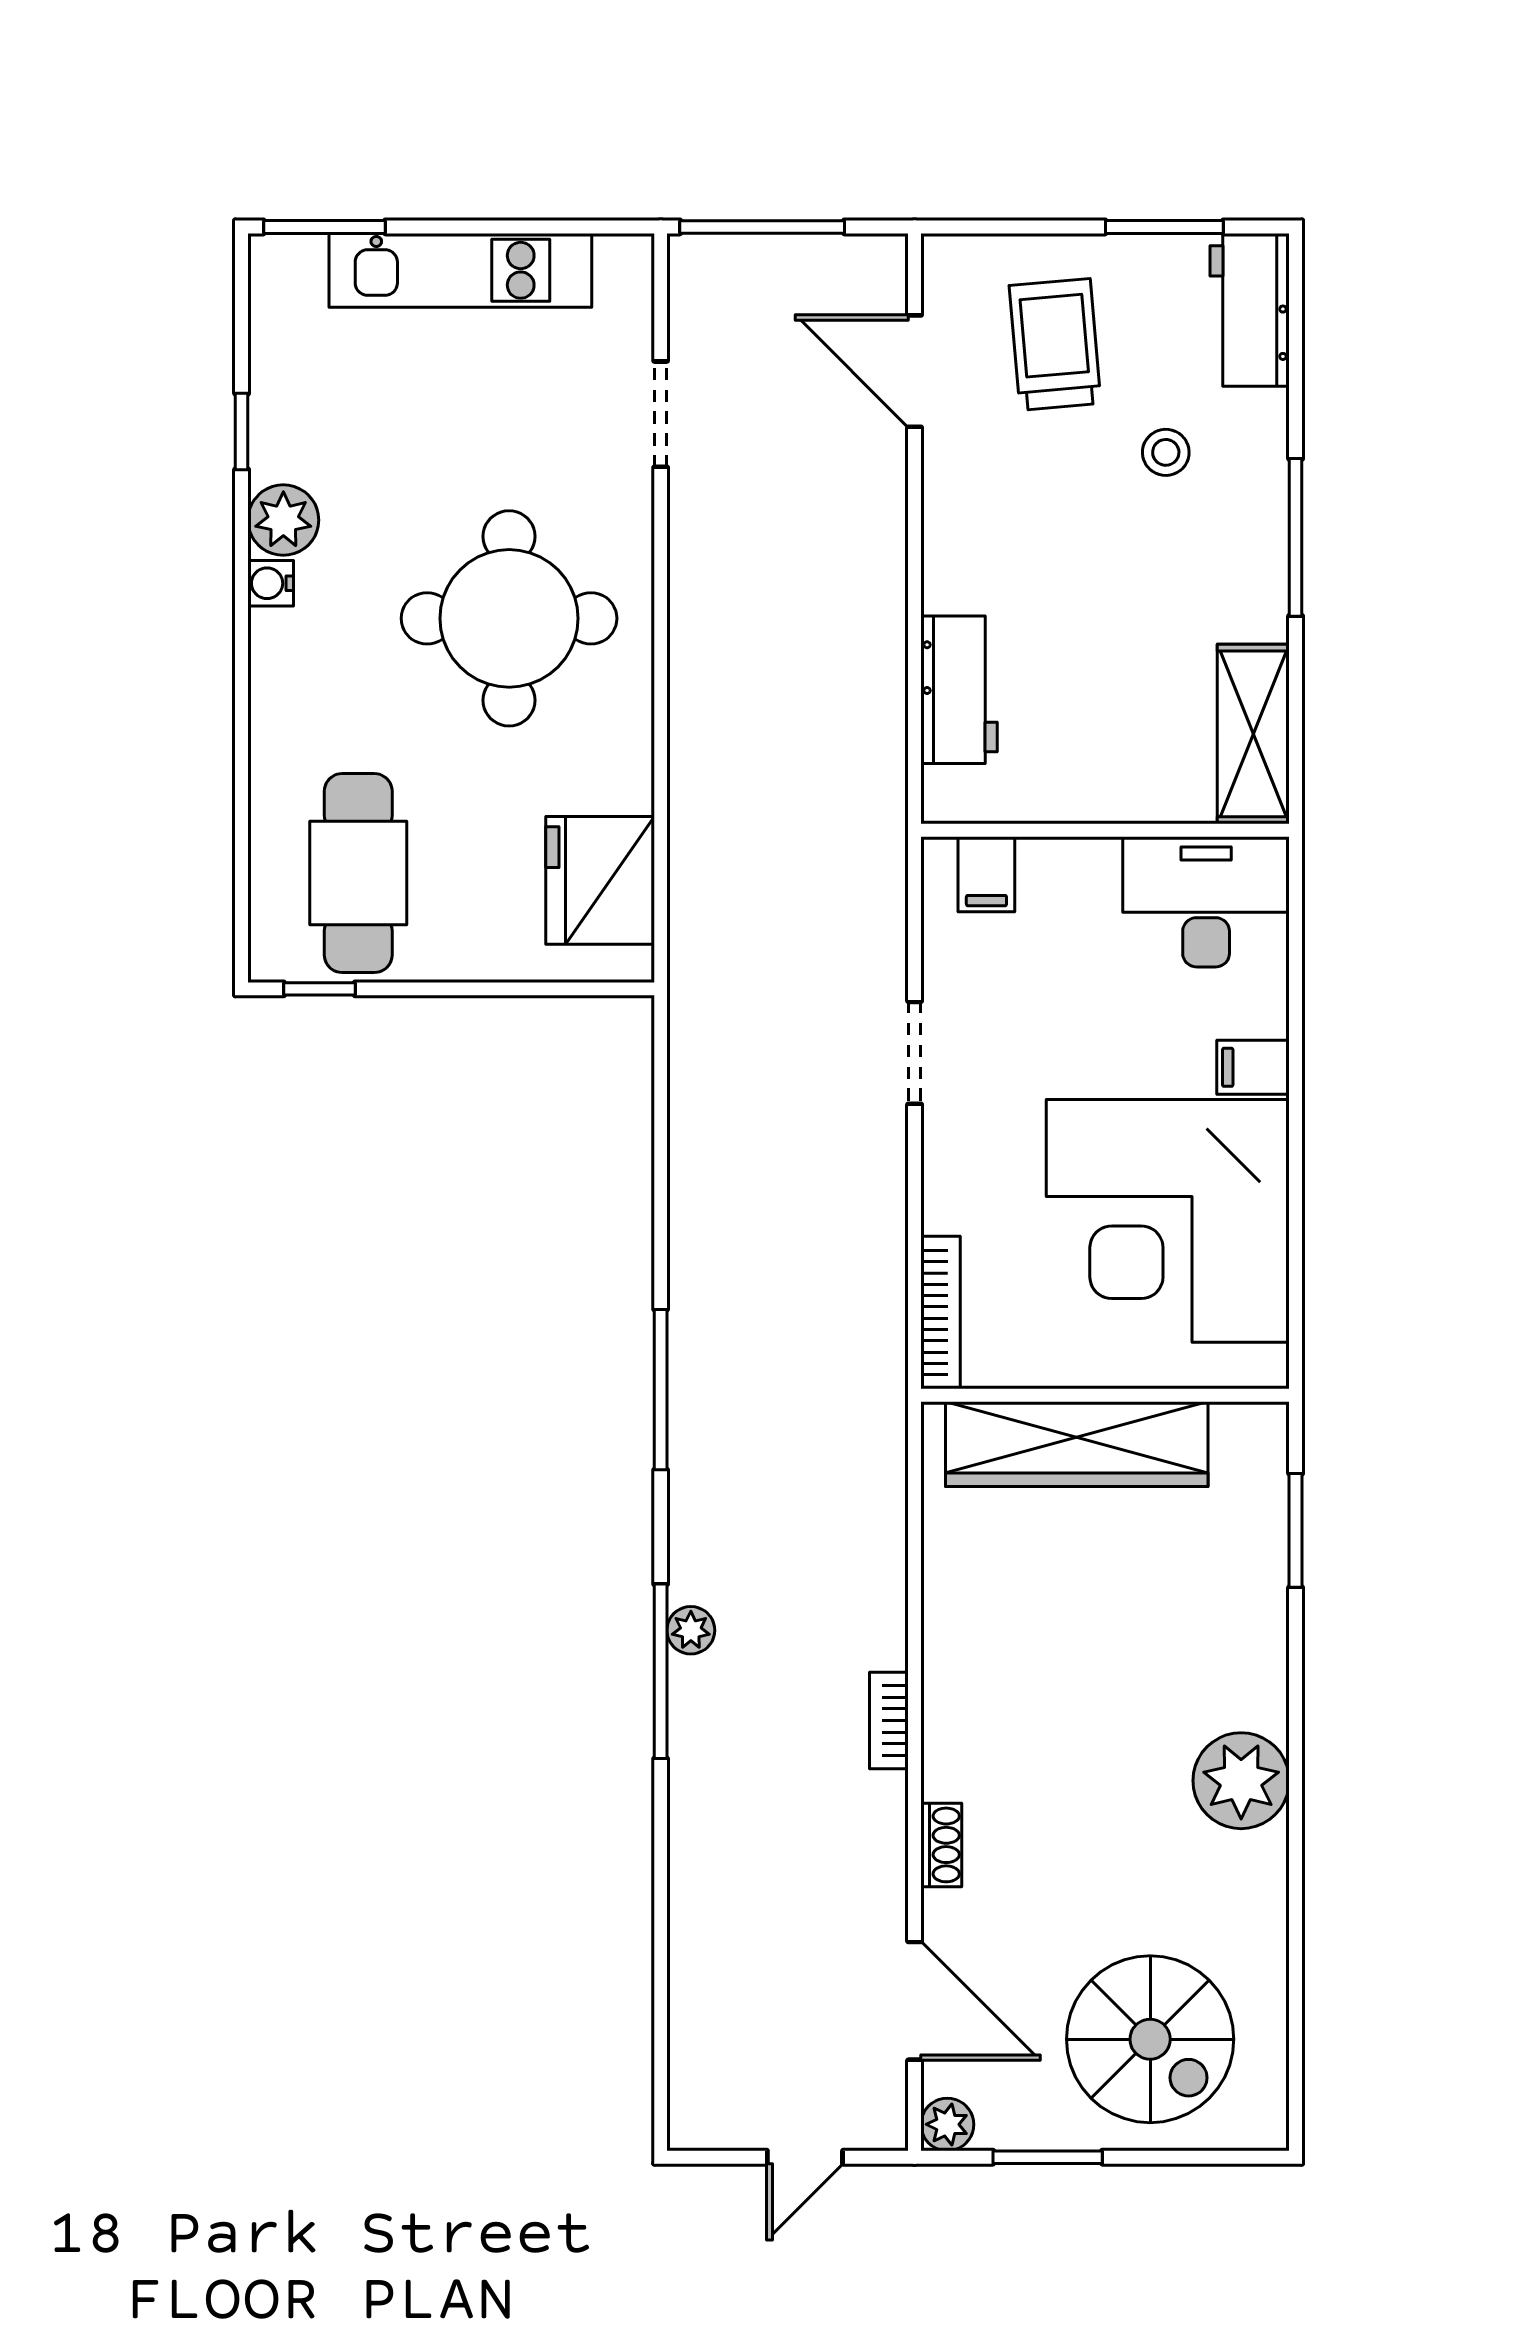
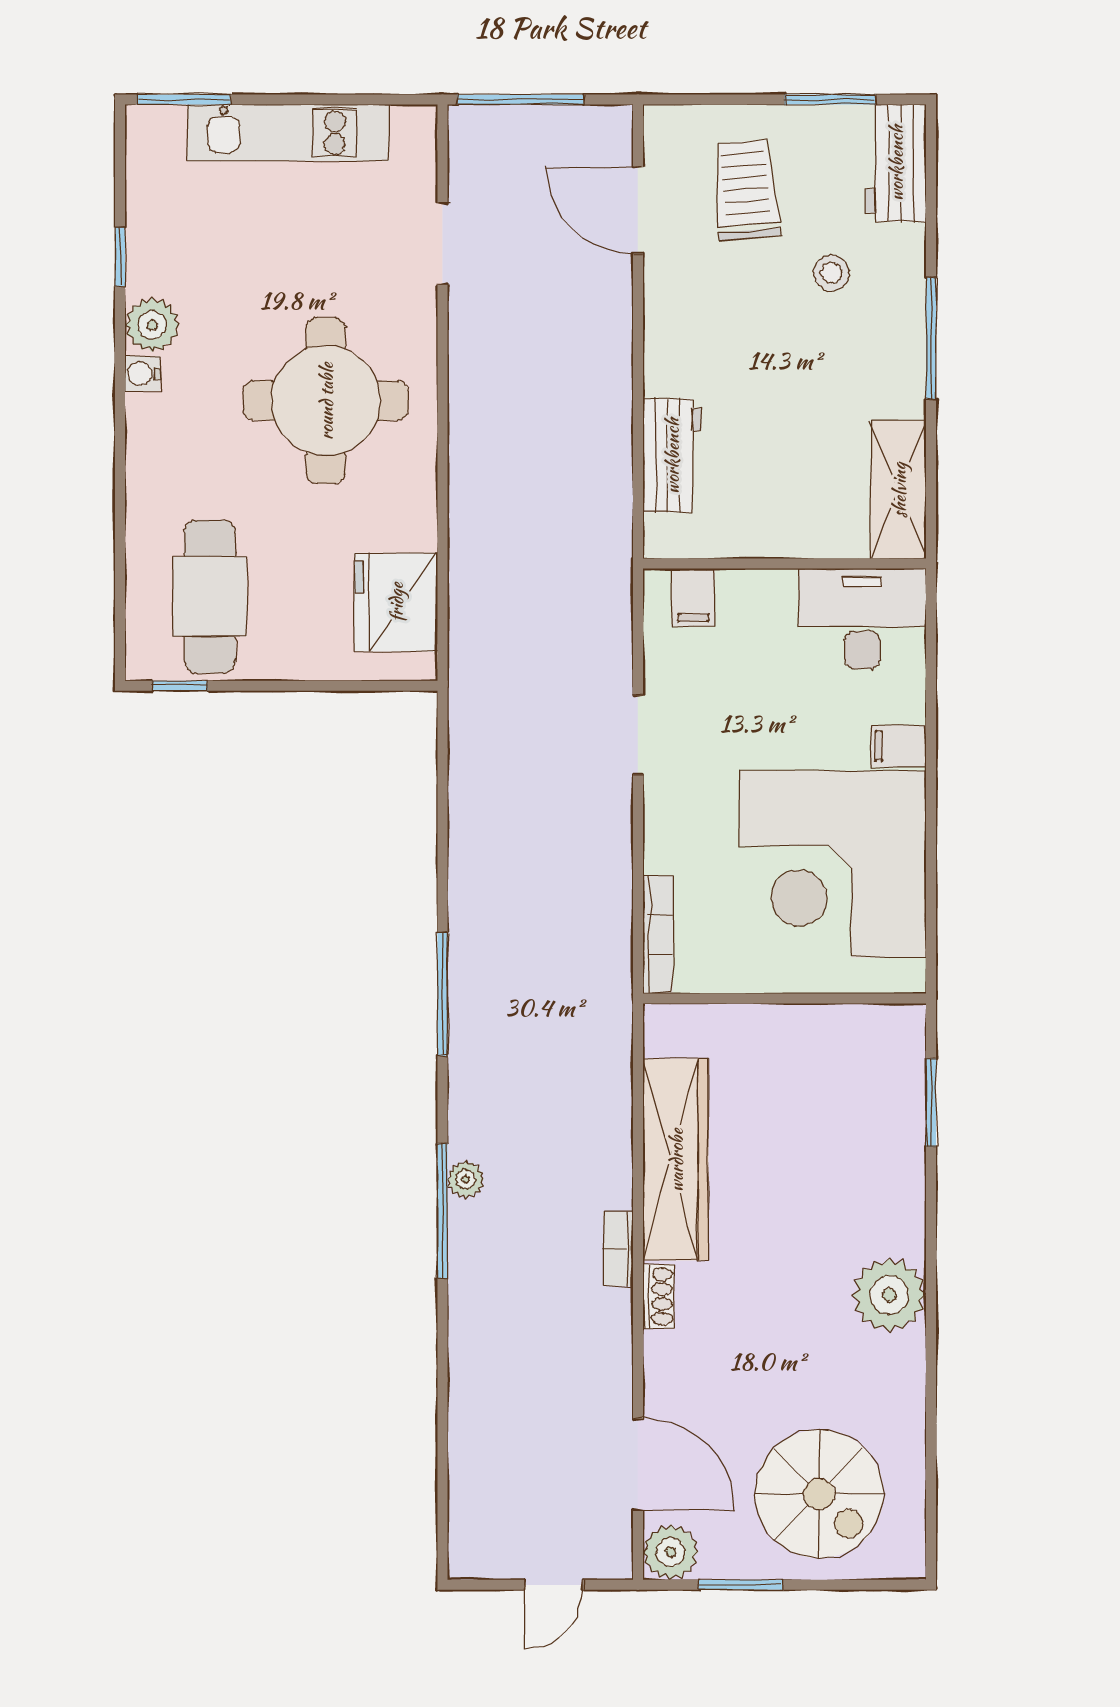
wardrobe: (1077, 1444) -> (676, 1160), moved, turned -90
shoe rack: (941, 1845) -> (658, 1297), moved
plant: (947, 2124) -> (671, 1552), width x1.38, depth x1.38

